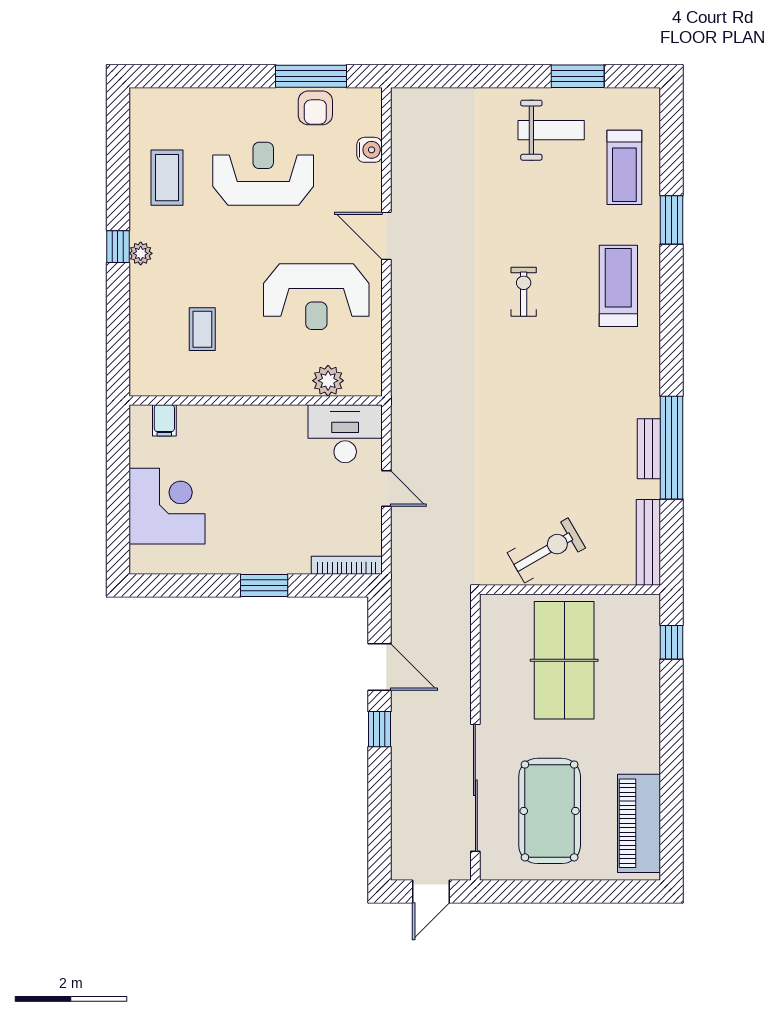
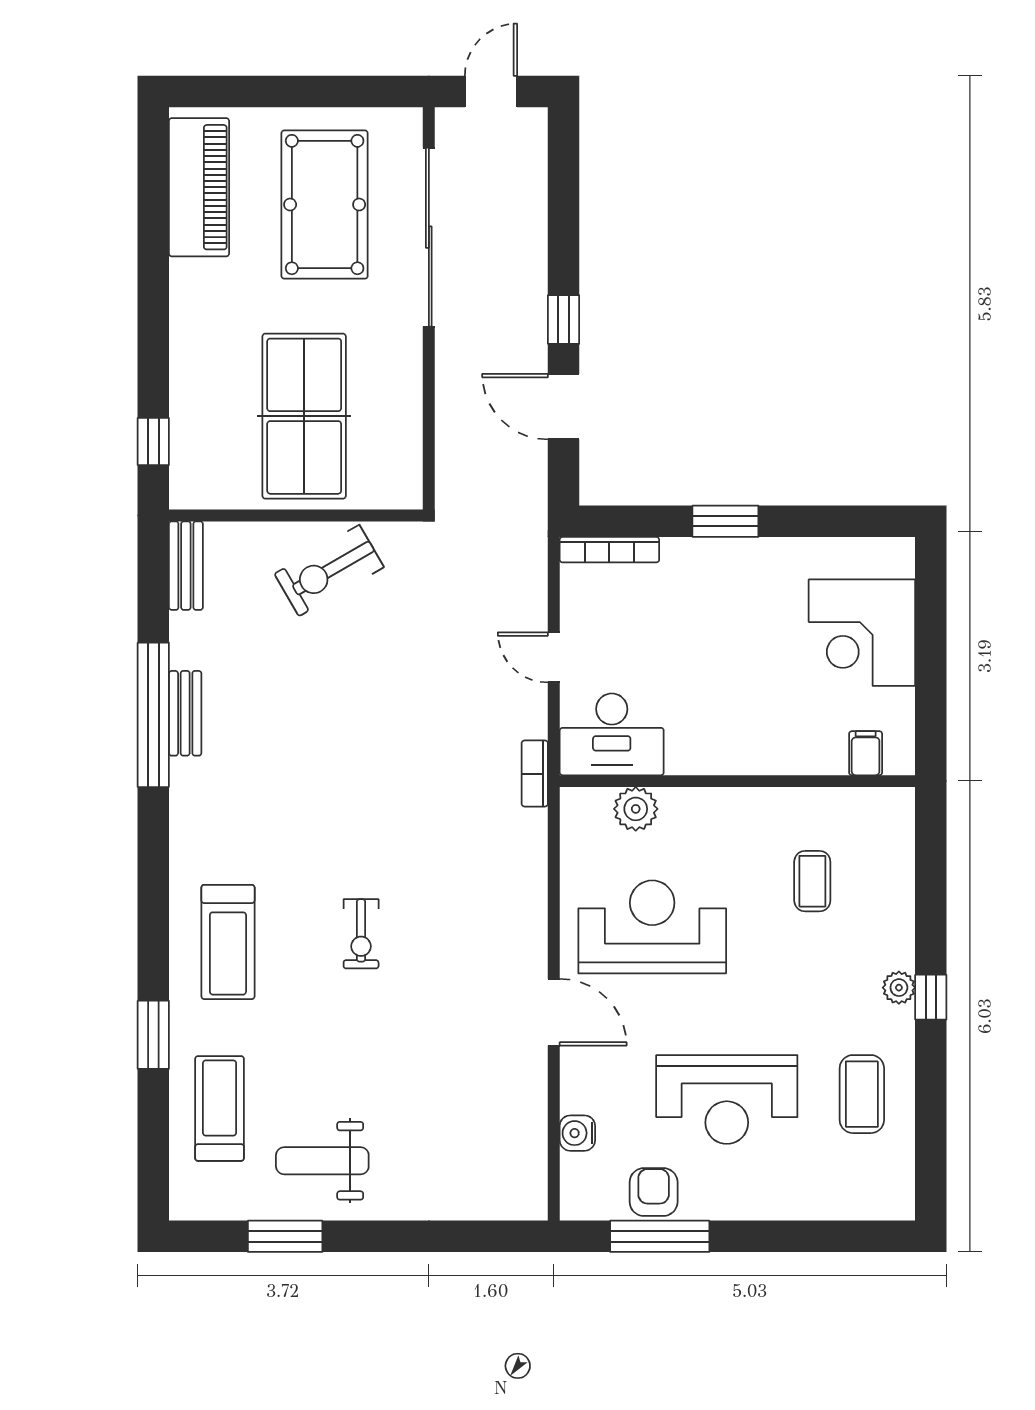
bookcase: (400, 406) -> (535, 774), added
bench: (648, 542) -> (186, 566), width x0.73

